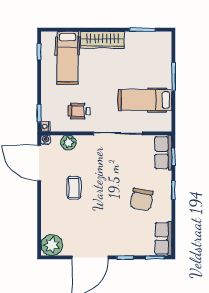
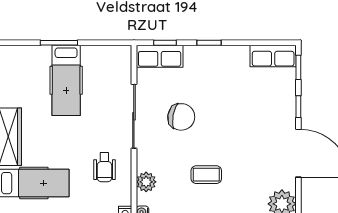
hospital bed: (145, 100) -> (66, 80), moved
chair: (142, 199) -> (181, 117), moved

